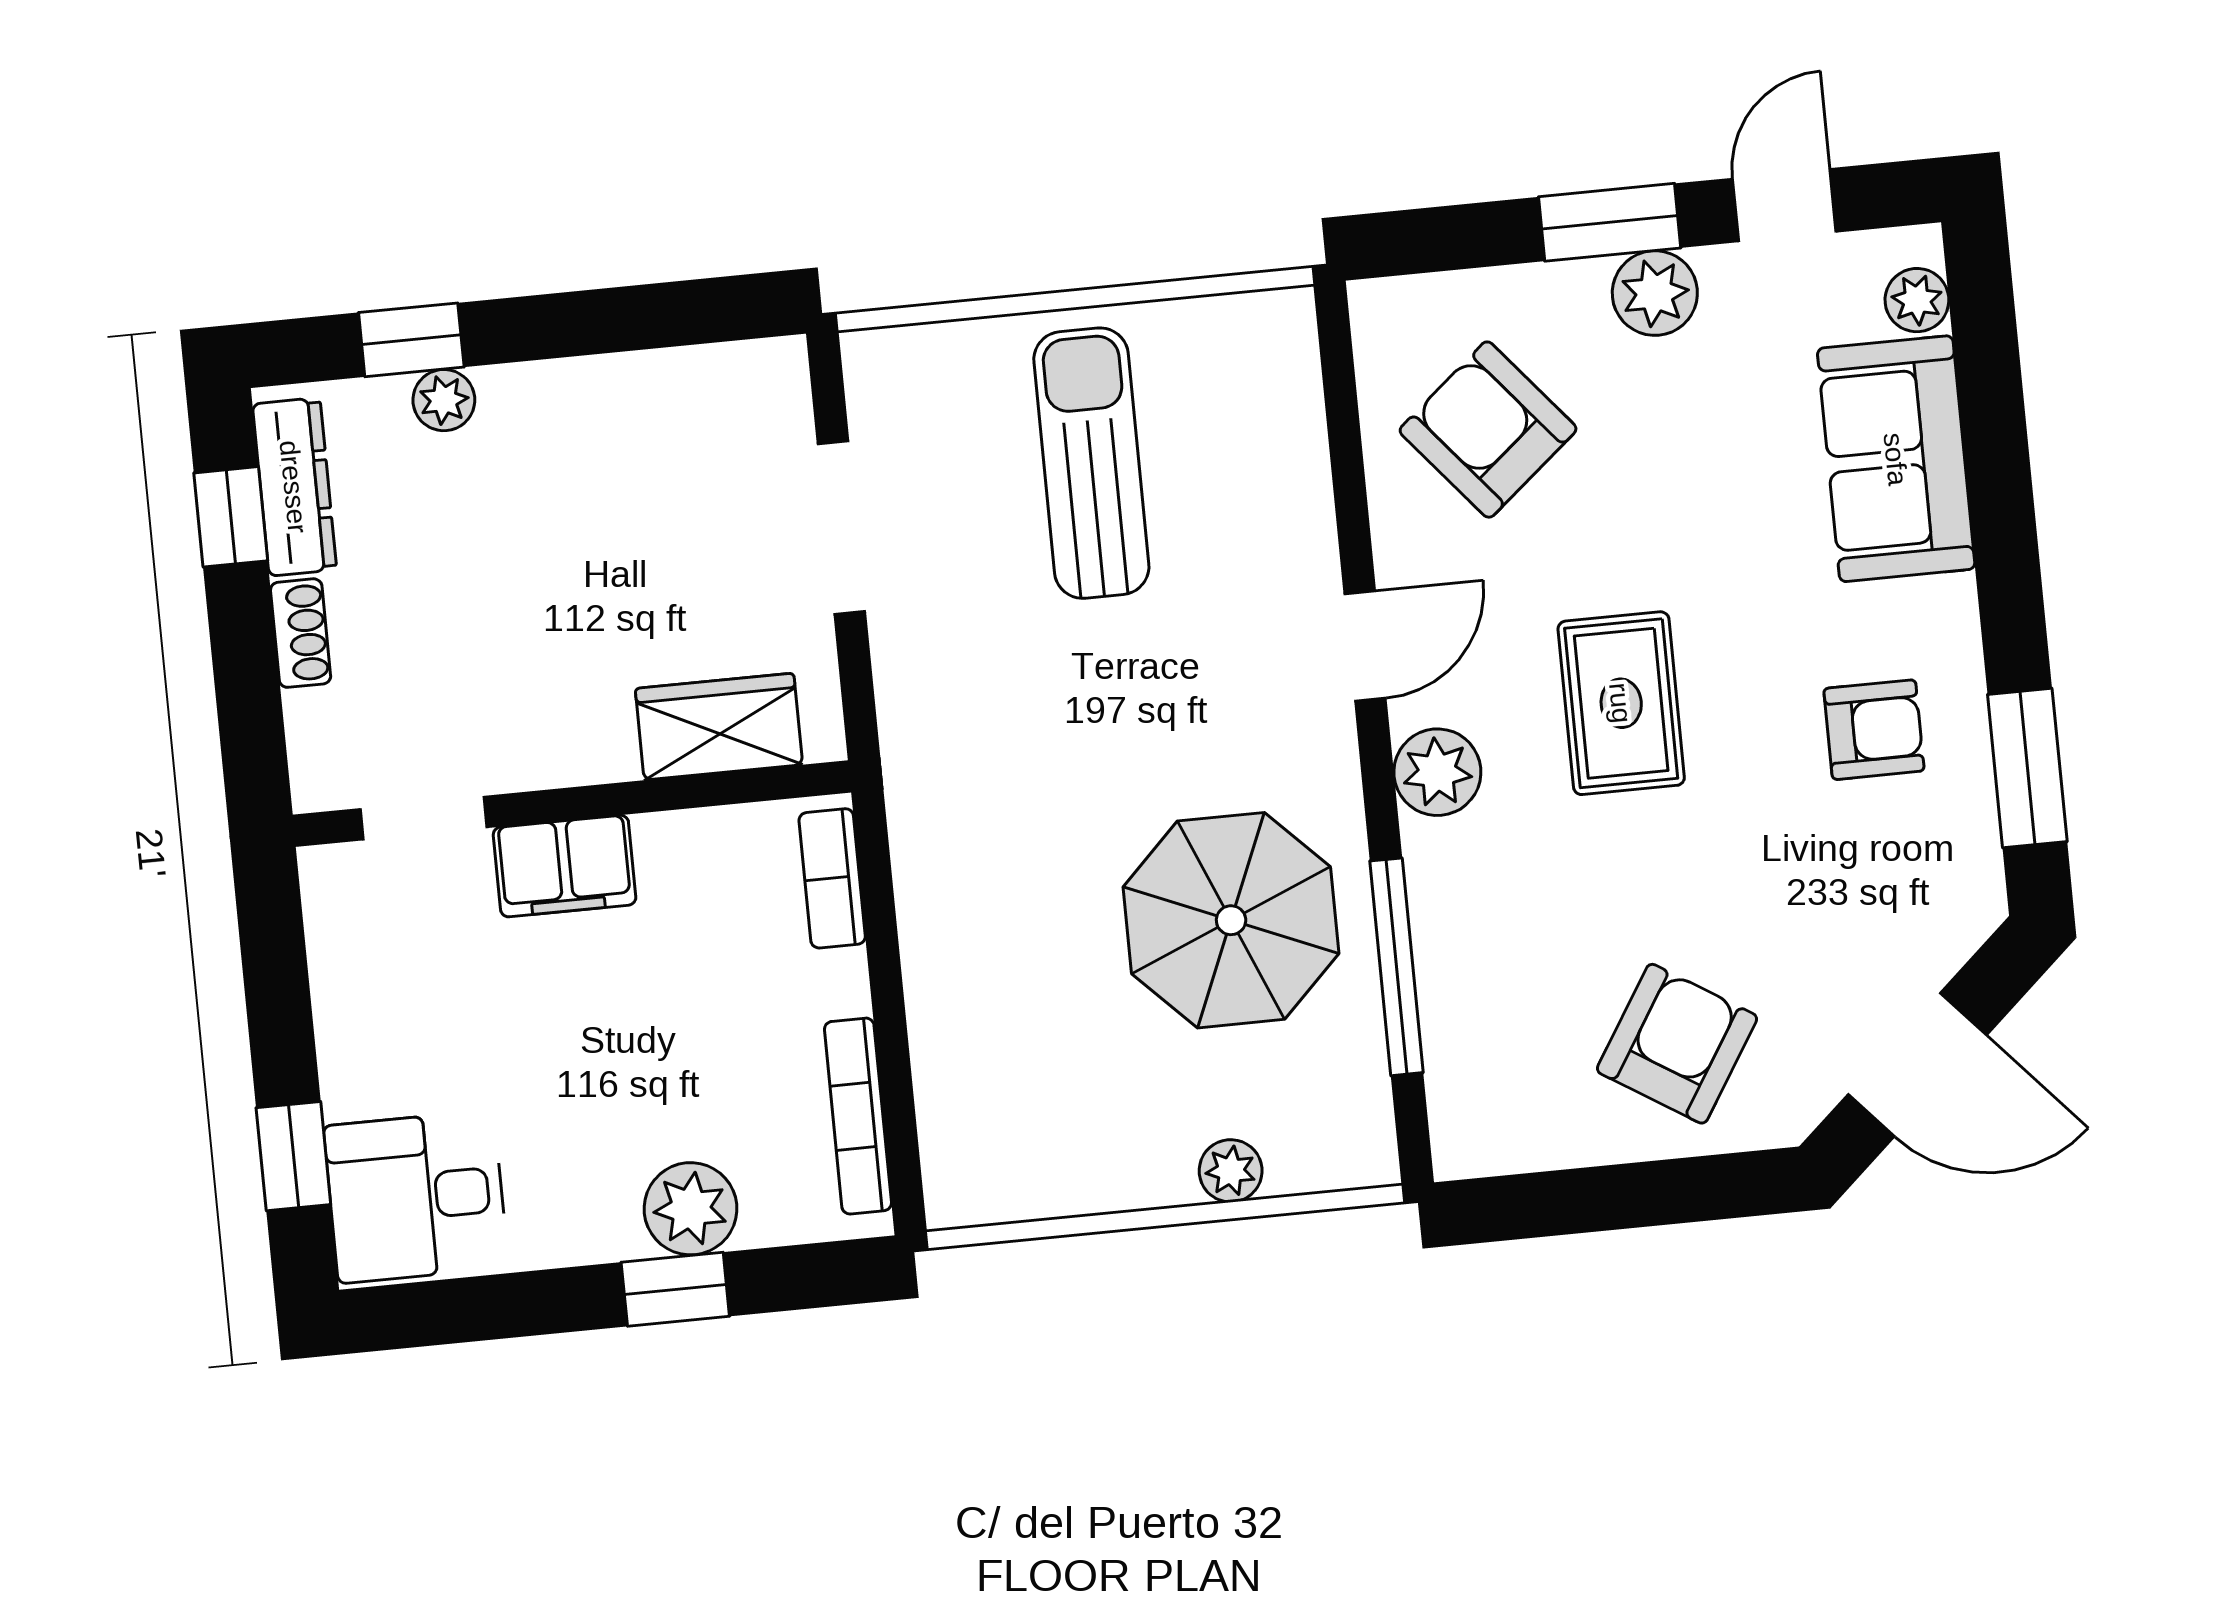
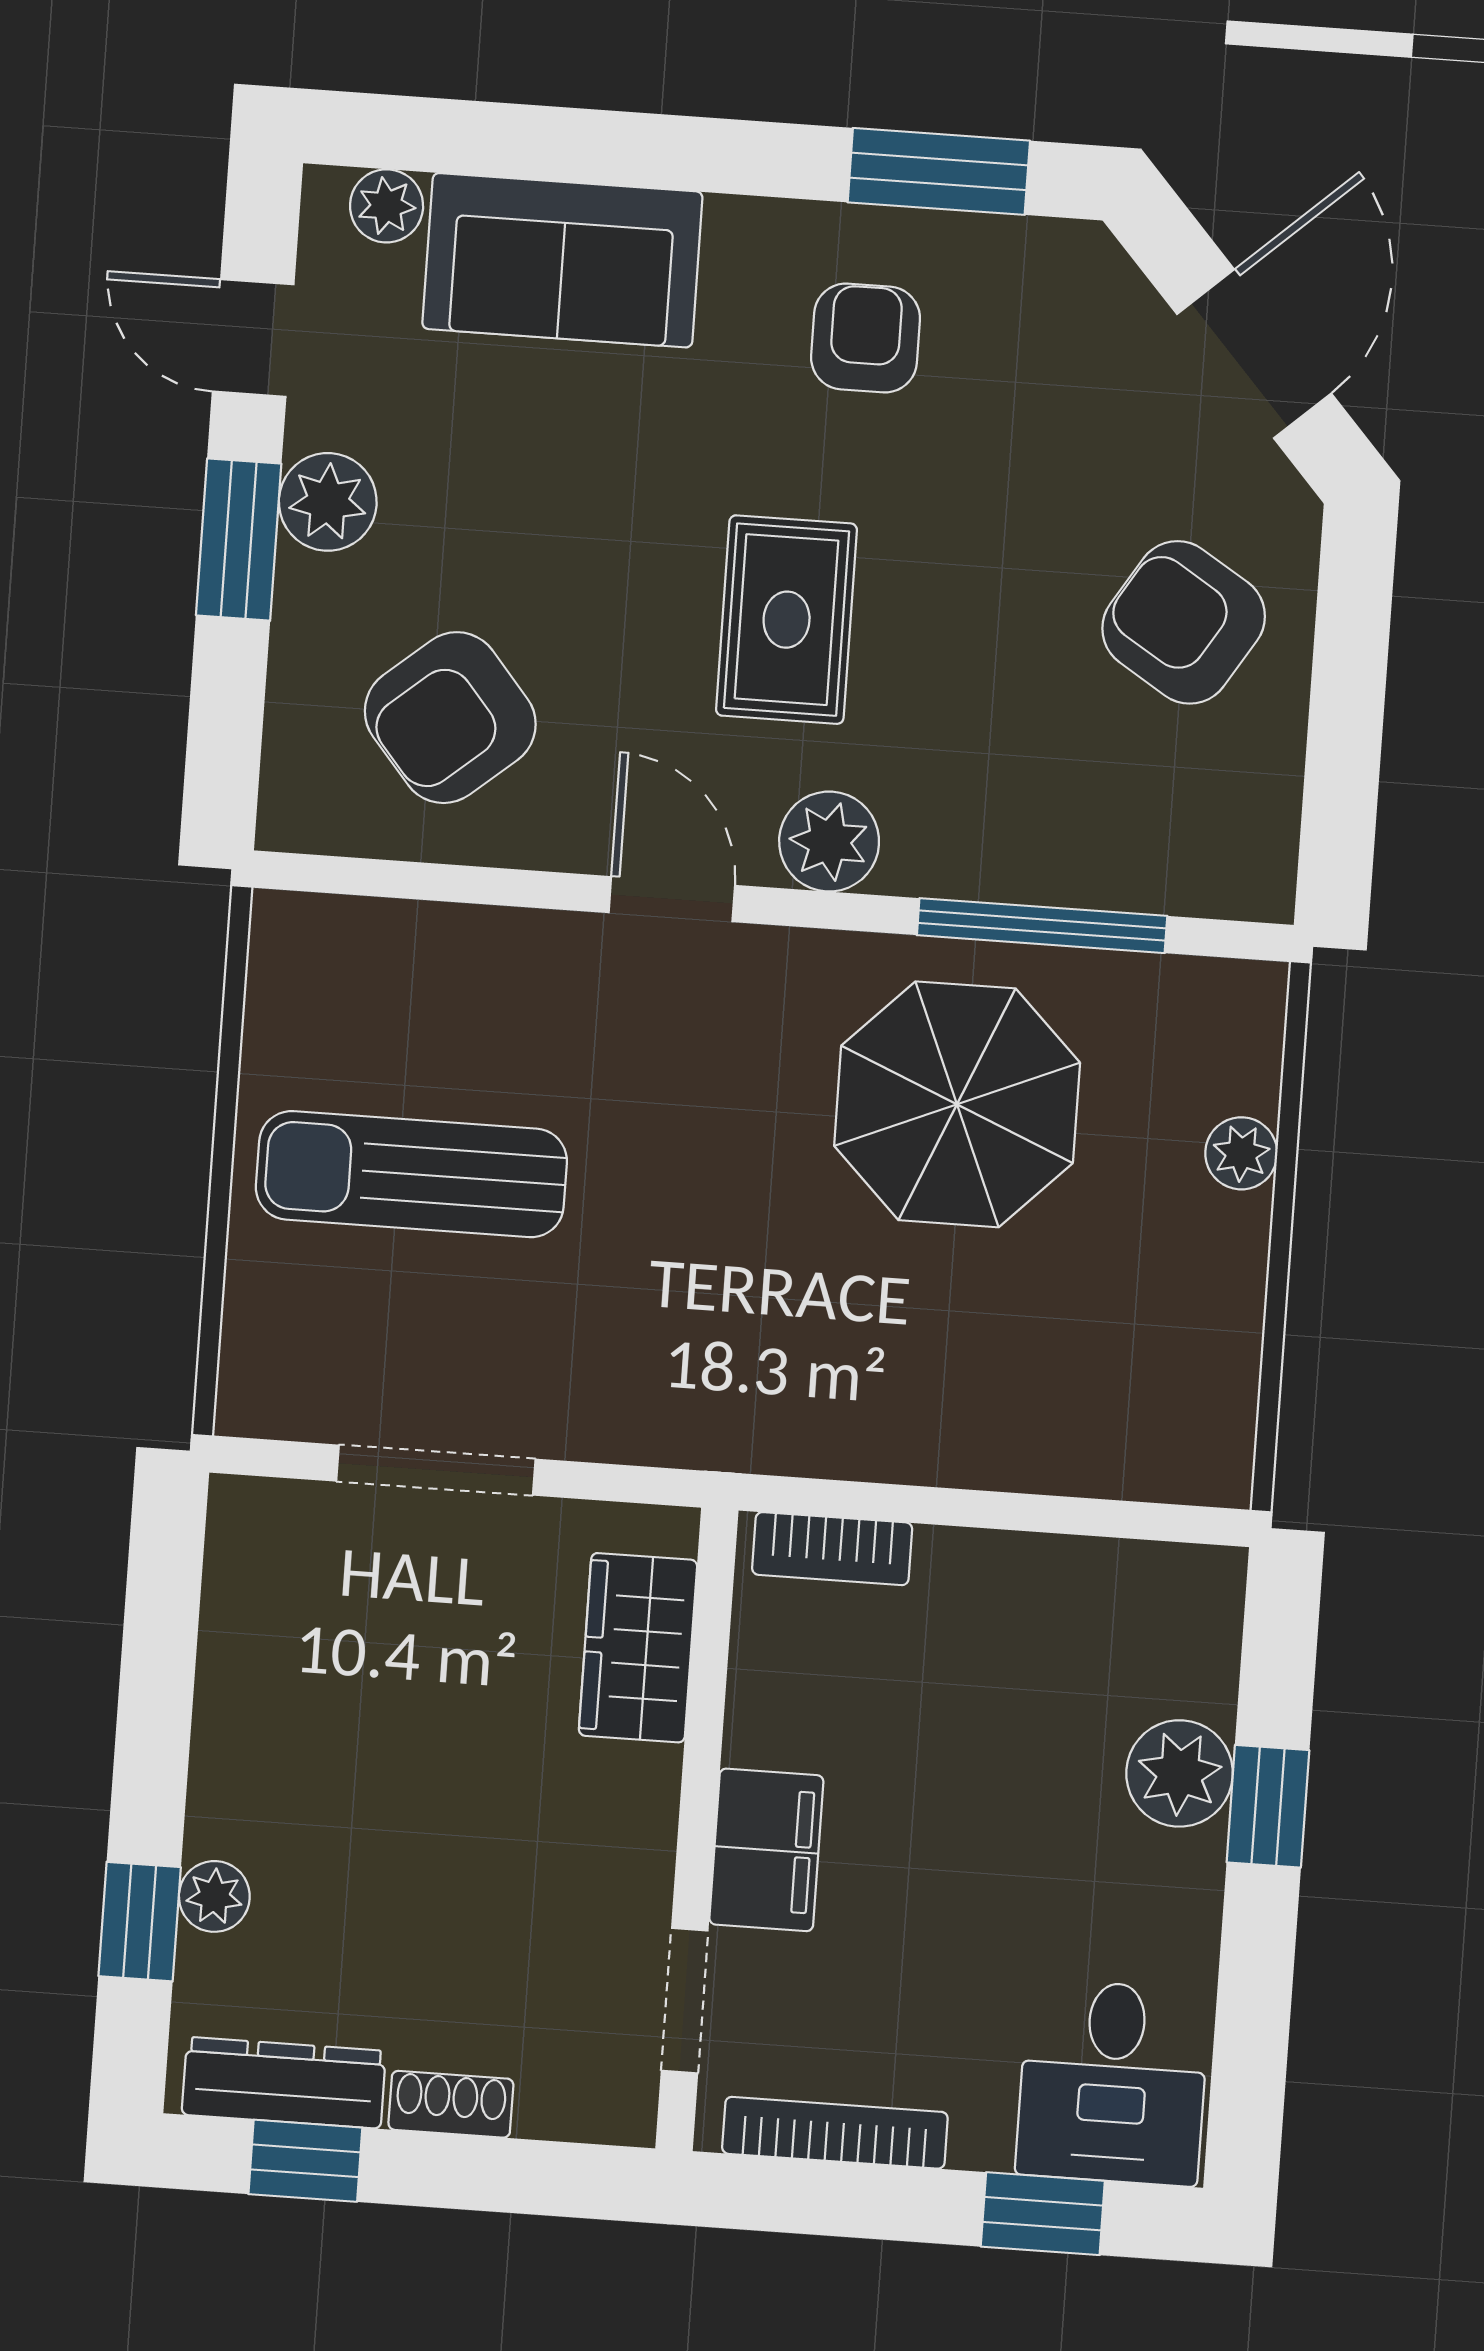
rug: (1621, 703) -> (787, 620), turned 90
bookcase: (858, 1116) -> (835, 2133), moved, turned 180

